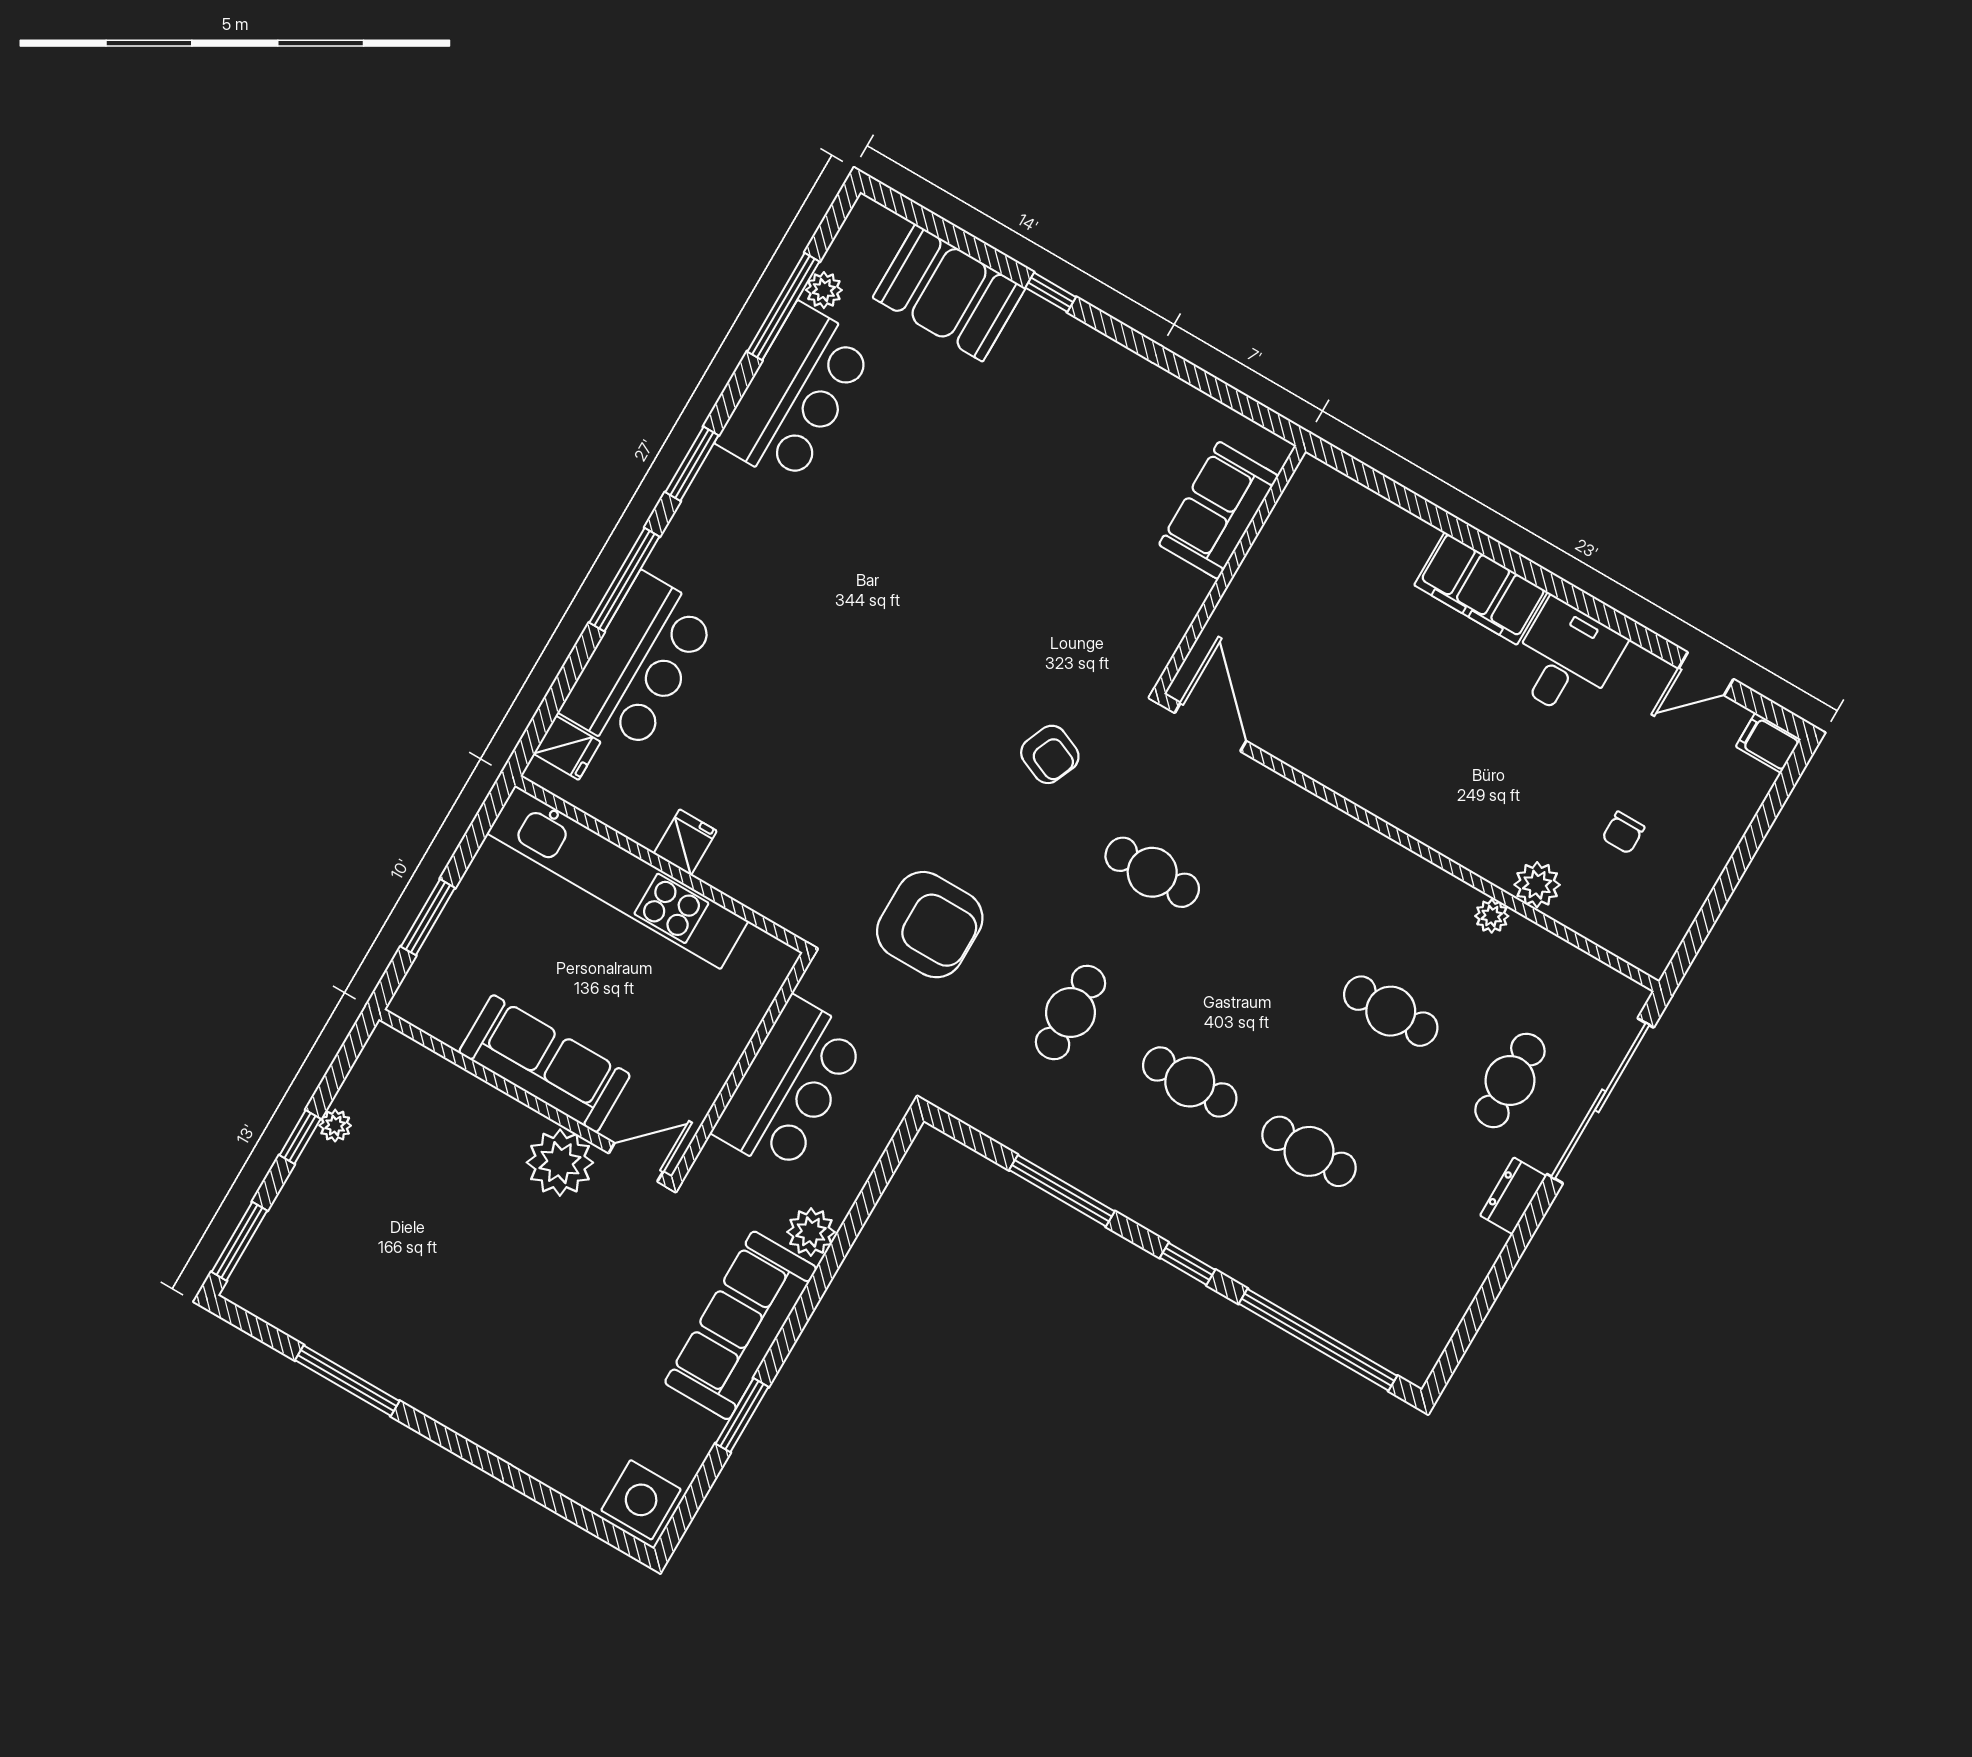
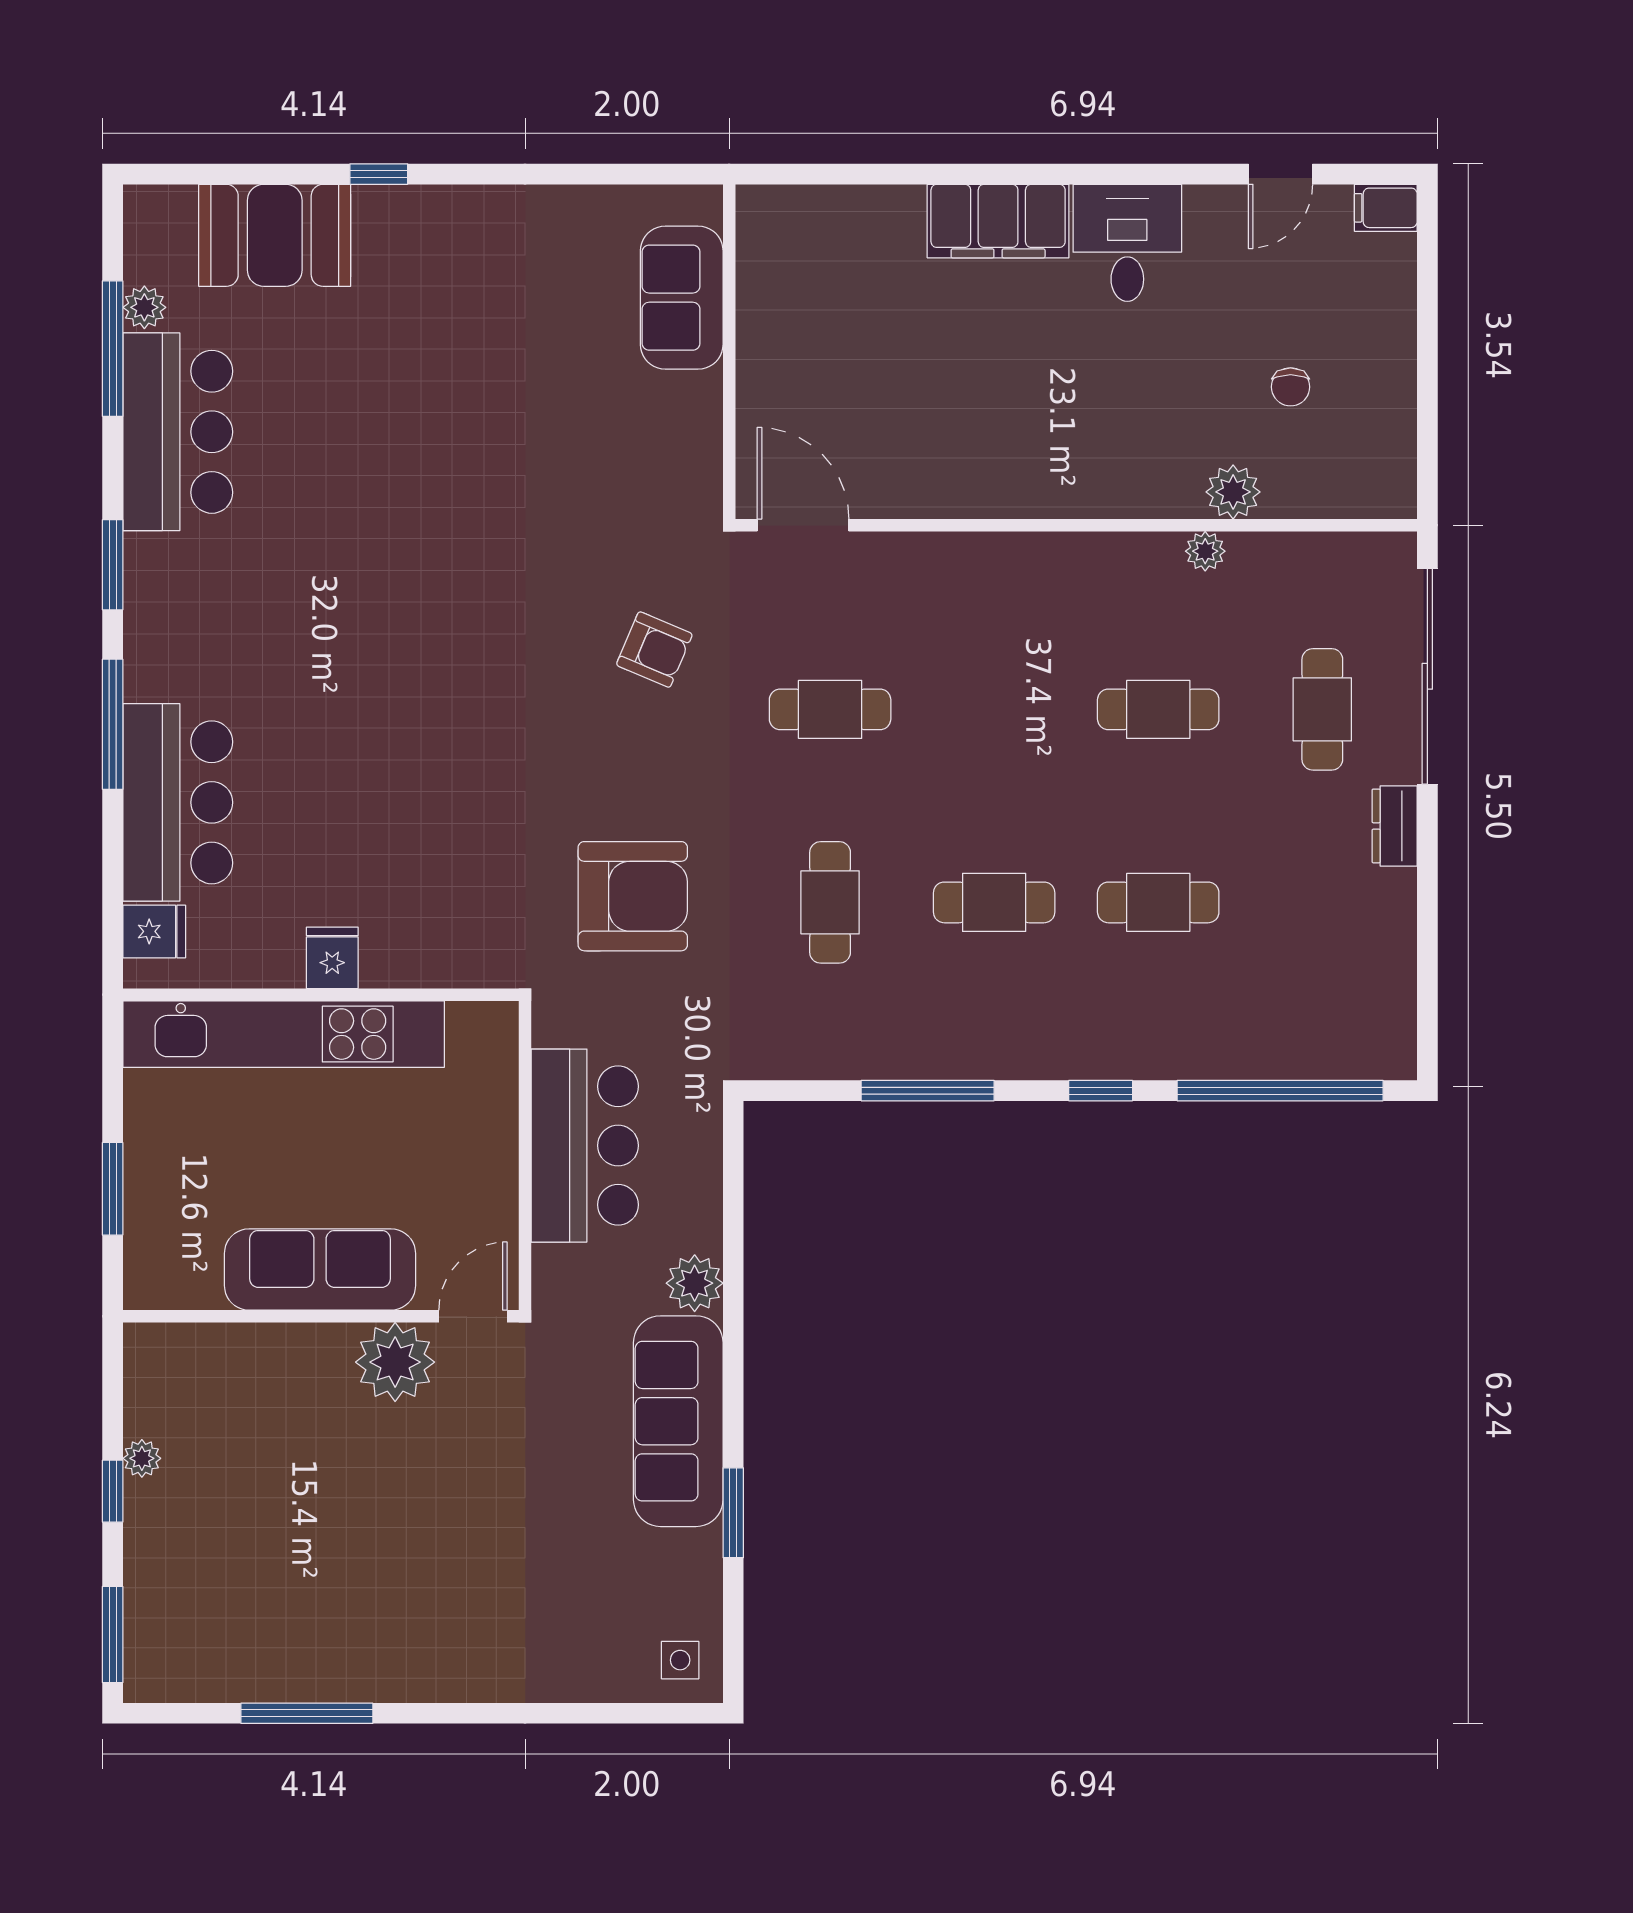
side table: (641, 1500) -> (680, 1660), width x0.54, depth x0.54

